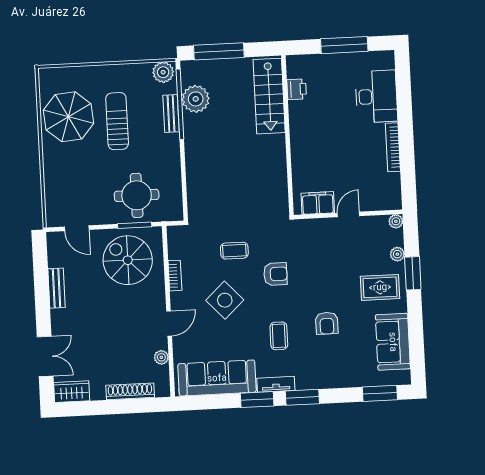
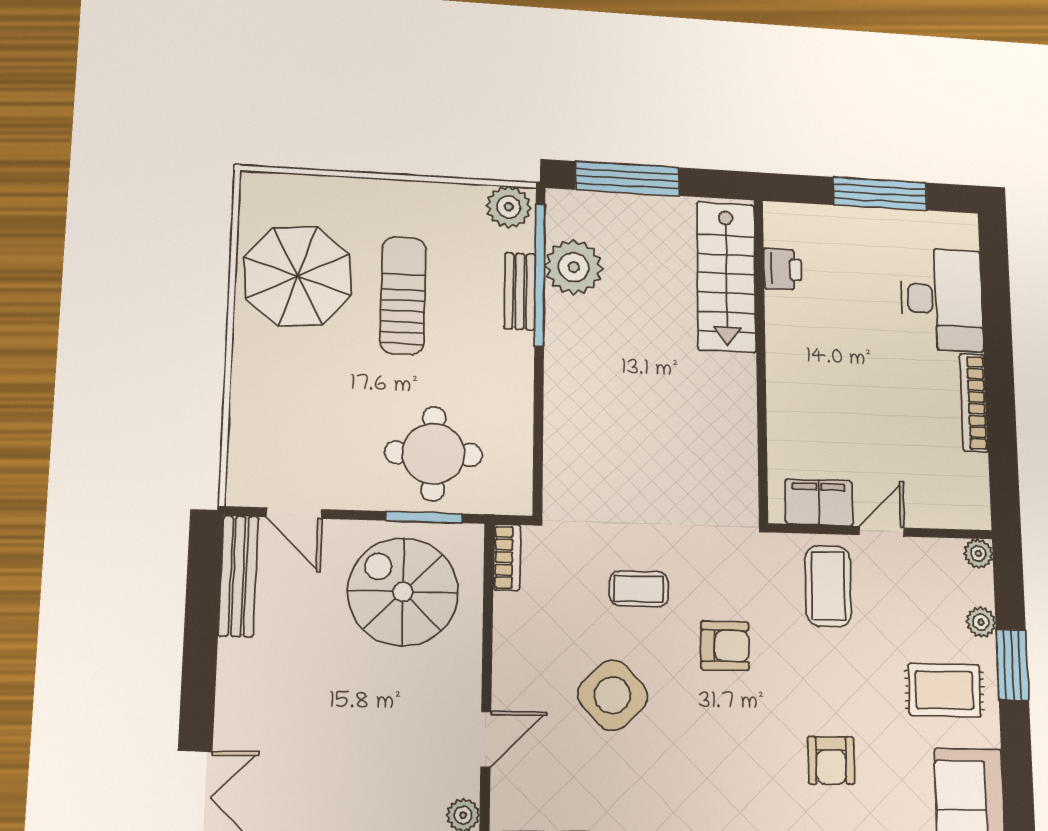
bookcase: (175, 276) -> (507, 557), moved
bench: (56, 288) -> (238, 576), moved, width x1.36
coffee table: (279, 336) -> (828, 586), moved, width x1.36, depth x1.30

